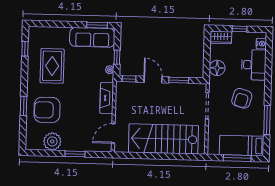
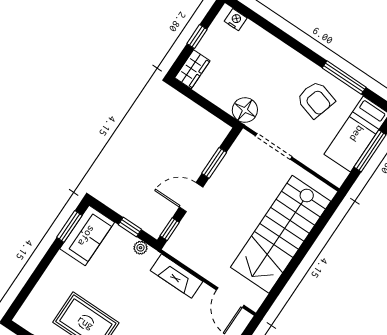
sofa: (92, 37) -> (87, 236), width x0.73
desk: (254, 65) -> (258, 48), removed
floor lamp: (217, 68) -> (245, 110), moved
armchair: (242, 98) -> (316, 100), moved

